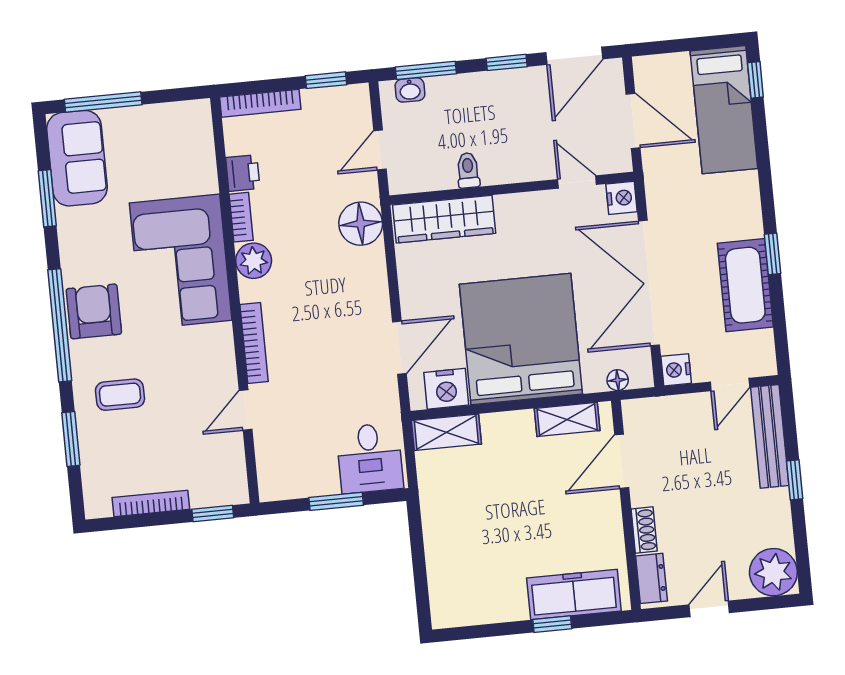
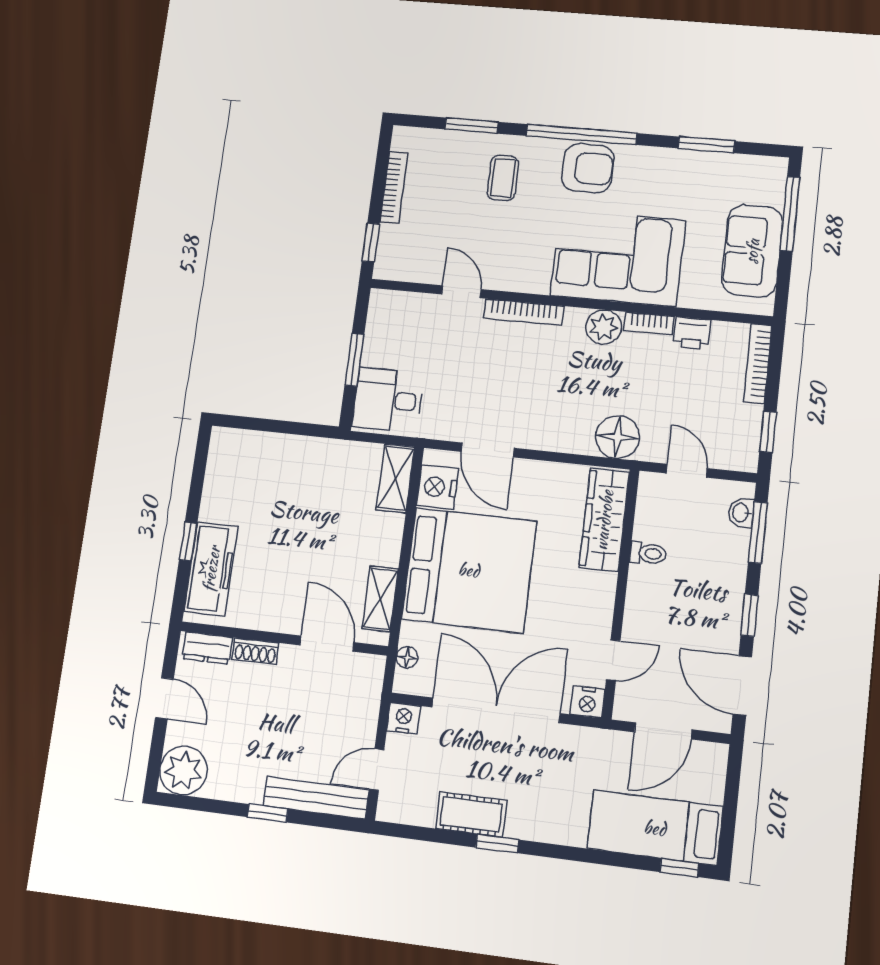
sofa: (77, 158) -> (752, 251), moved, turned 90
cot: (745, 285) -> (471, 814), width x0.73, depth x0.75
door: (730, 384) -> (377, 769), hinge flipped

